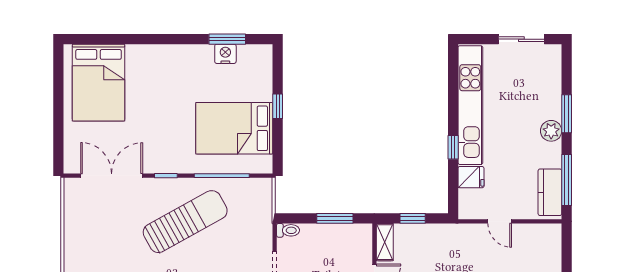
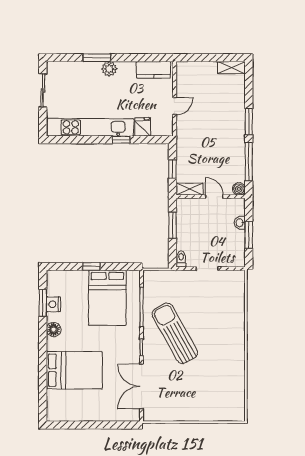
floor lamp: (191, 54) -> (54, 330), added
bed: (99, 83) -> (74, 370), moved
window: (567, 180) -> (145, 58), removed

